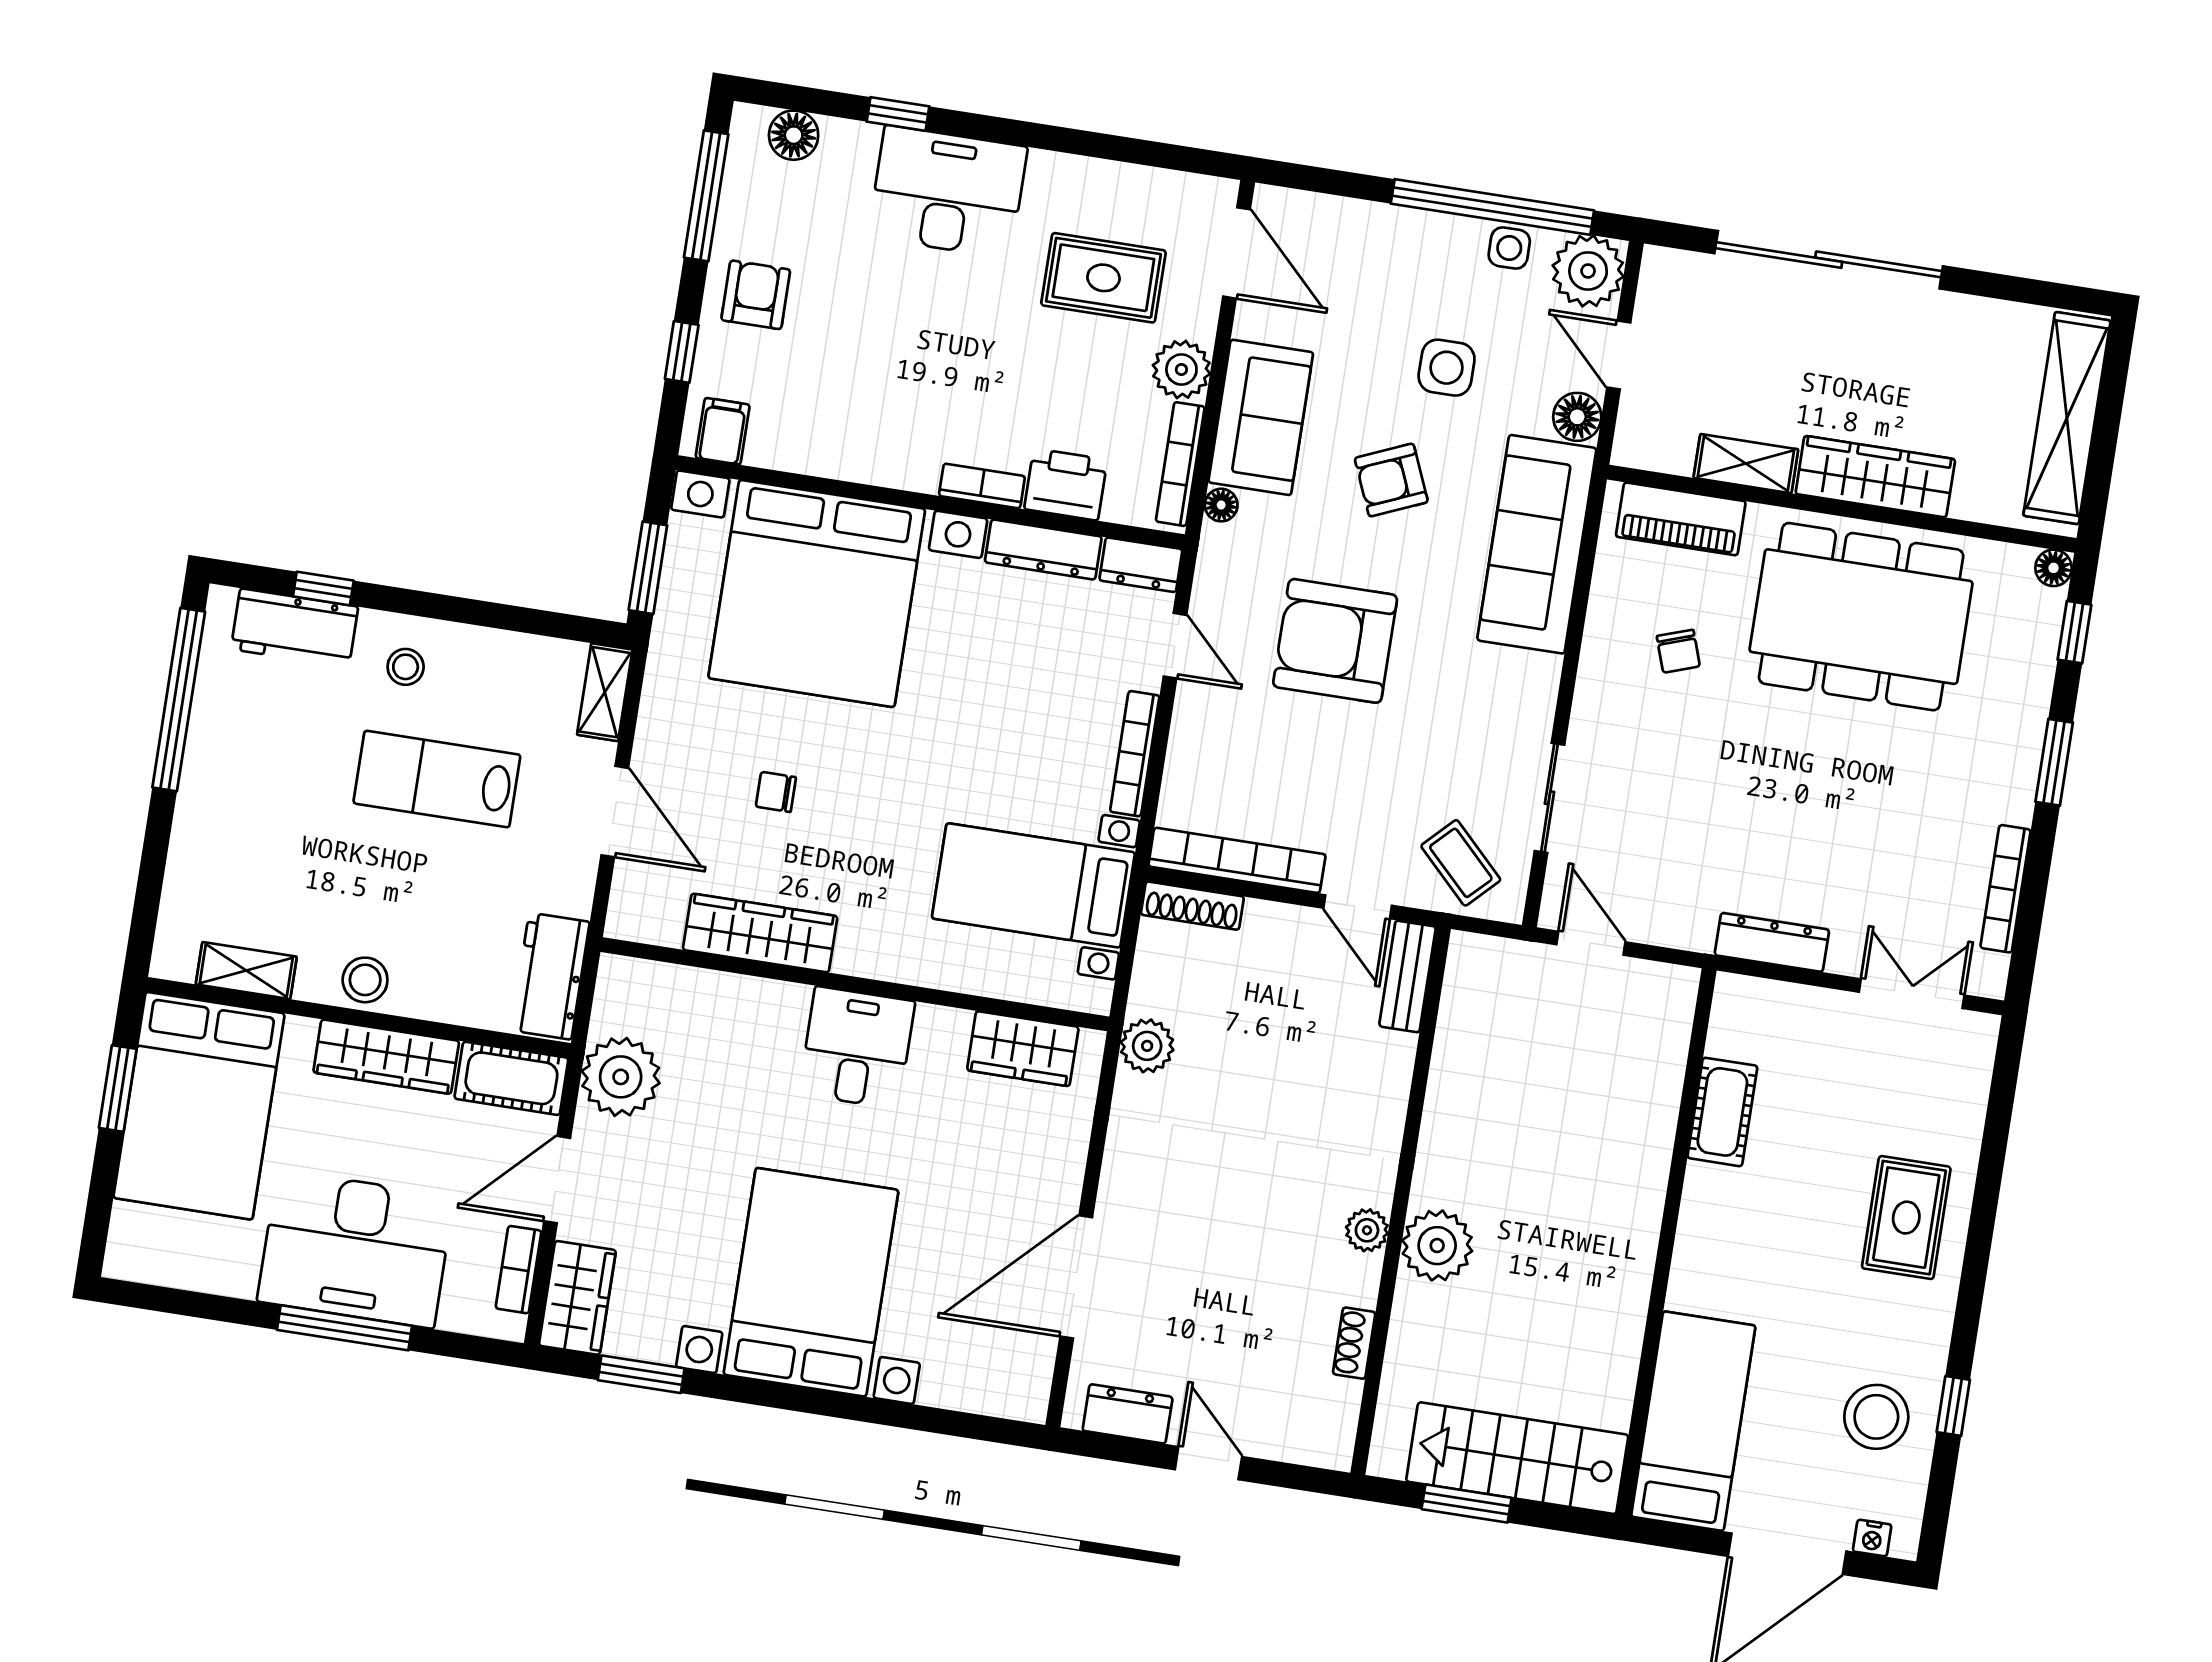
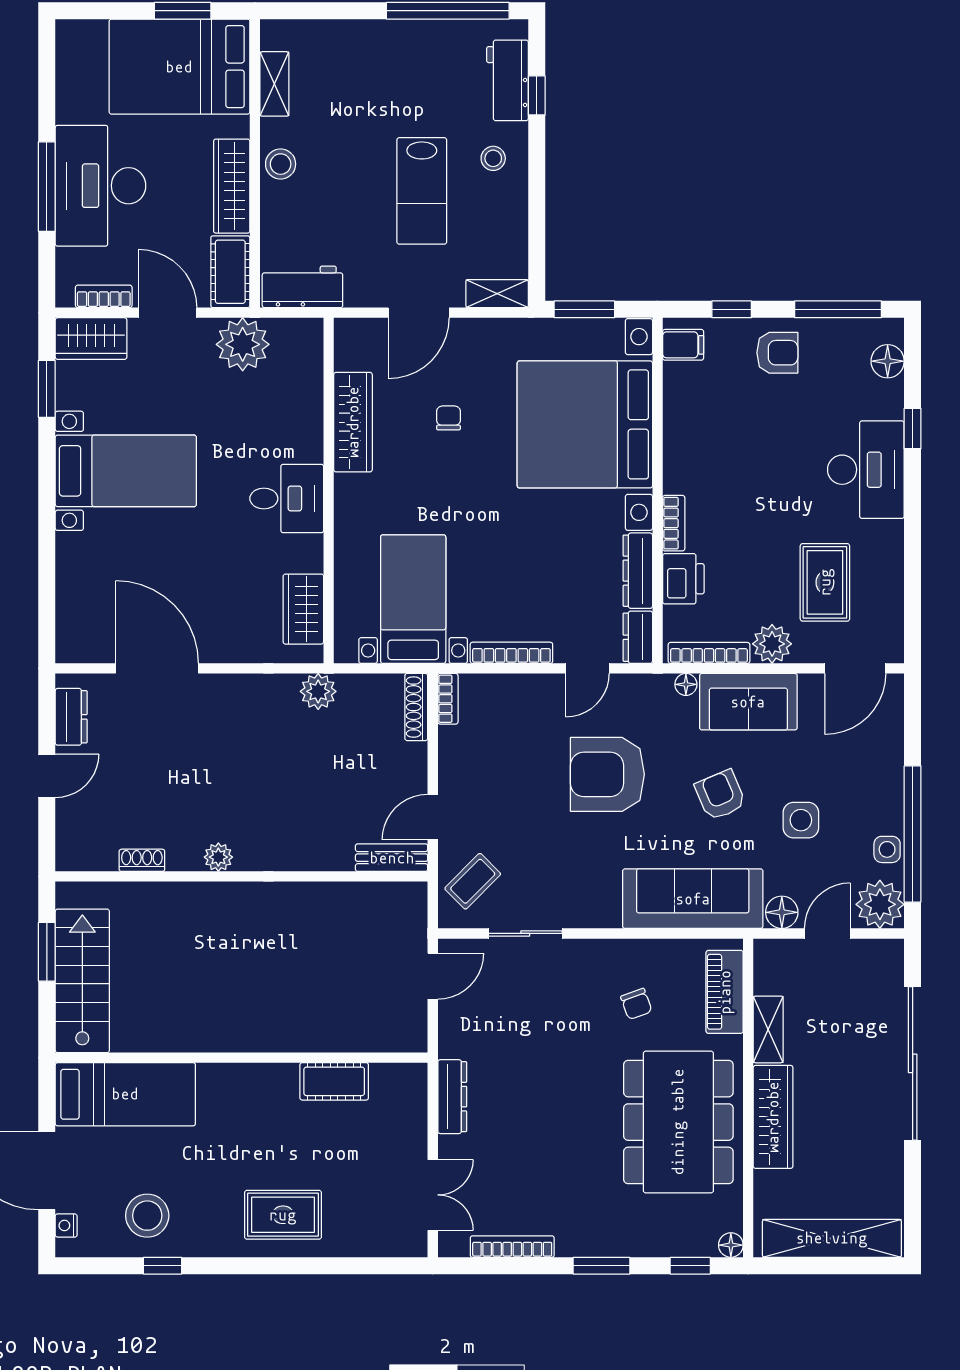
armchair: (1335, 641) -> (607, 774), turned -90
chair: (1678, 651) -> (636, 1004), turned -91
lab bench: (437, 779) -> (422, 191), turned 180
bookcase: (1237, 860) -> (448, 699), width x0.43, depth x0.76
plant: (1437, 1246) -> (215, 905), removed
bed with nightstands: (811, 1282) -> (126, 471), width x0.73

